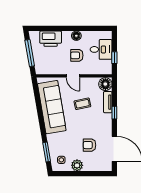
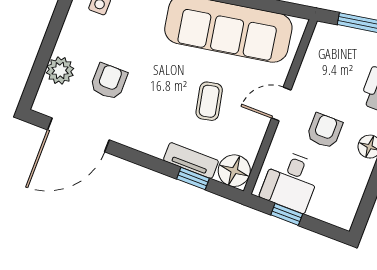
desk: (101, 49) -> (291, 181), moved
window: (114, 113) -> (193, 179), moved
plant: (77, 165) -> (60, 71), moved

